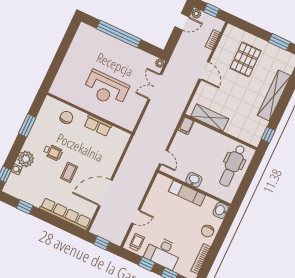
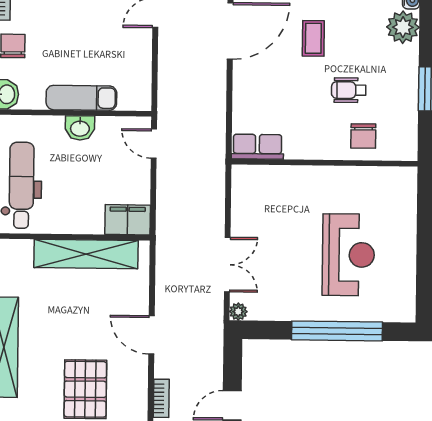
reception desk: (106, 89) -> (348, 255), moved, turned 90
shelving: (210, 118) -> (86, 254), width x1.47
row of seats: (98, 126) -> (257, 147), moved
filing cabinet: (186, 126) -> (128, 220), width x2.00
wheelchair: (53, 152) -> (349, 90), moved

